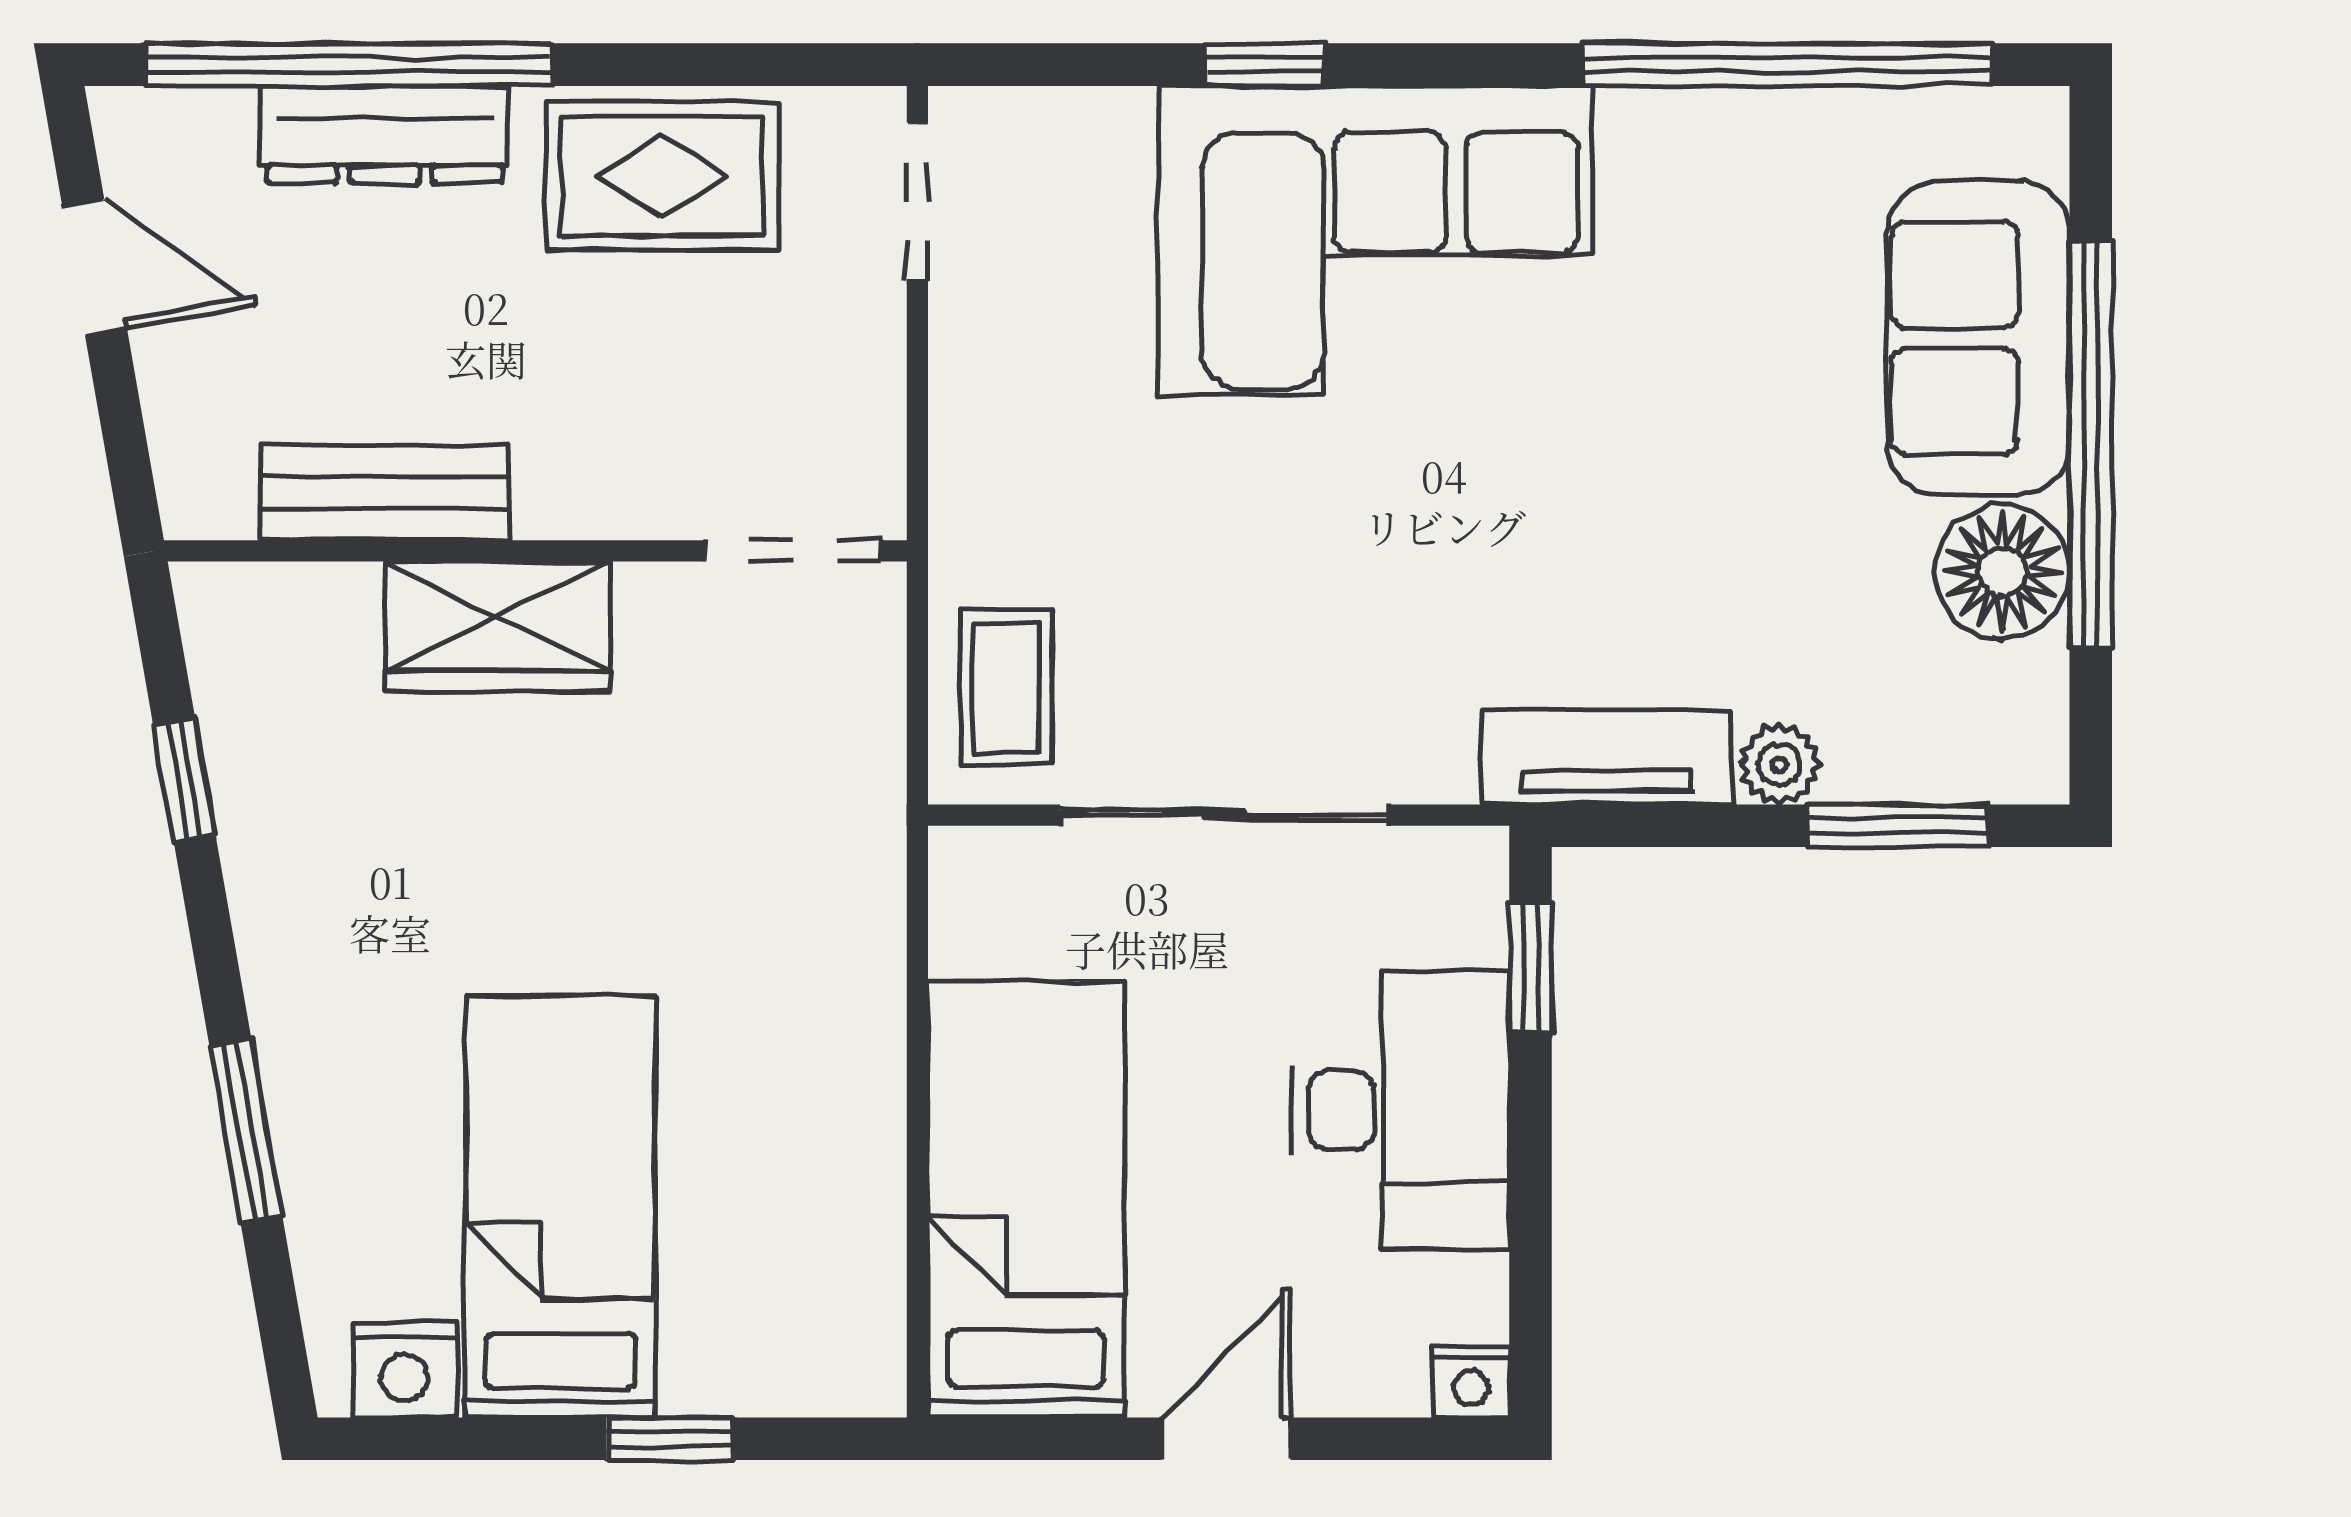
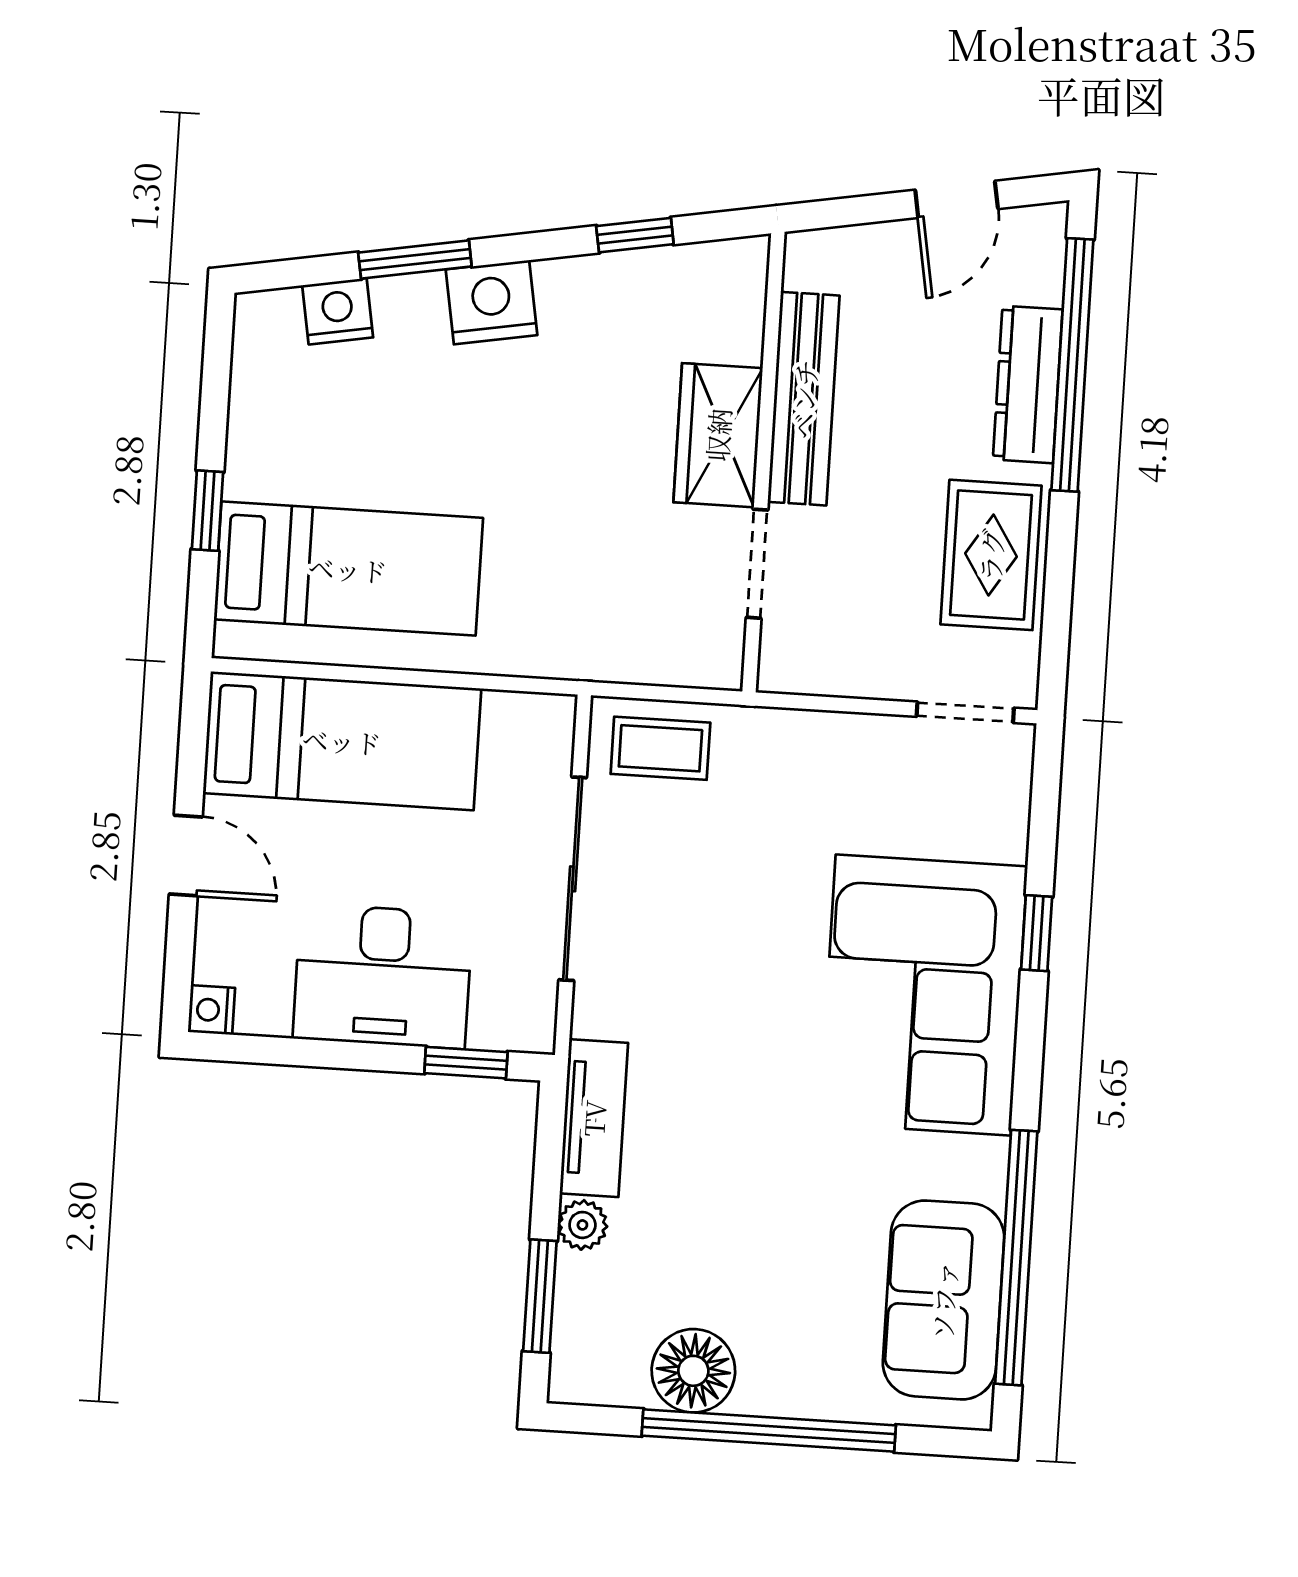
sofa: (1978, 338) -> (944, 1300), moved, turned -90
bench: (385, 493) -> (804, 399), width x1.36
doorway: (793, 551) -> (757, 564), moved
nightstand: (307, 1004) -> (491, 302), added
bed: (560, 1207) -> (348, 569), moved
nightstand: (405, 1370) -> (338, 311), moved, turned 80

